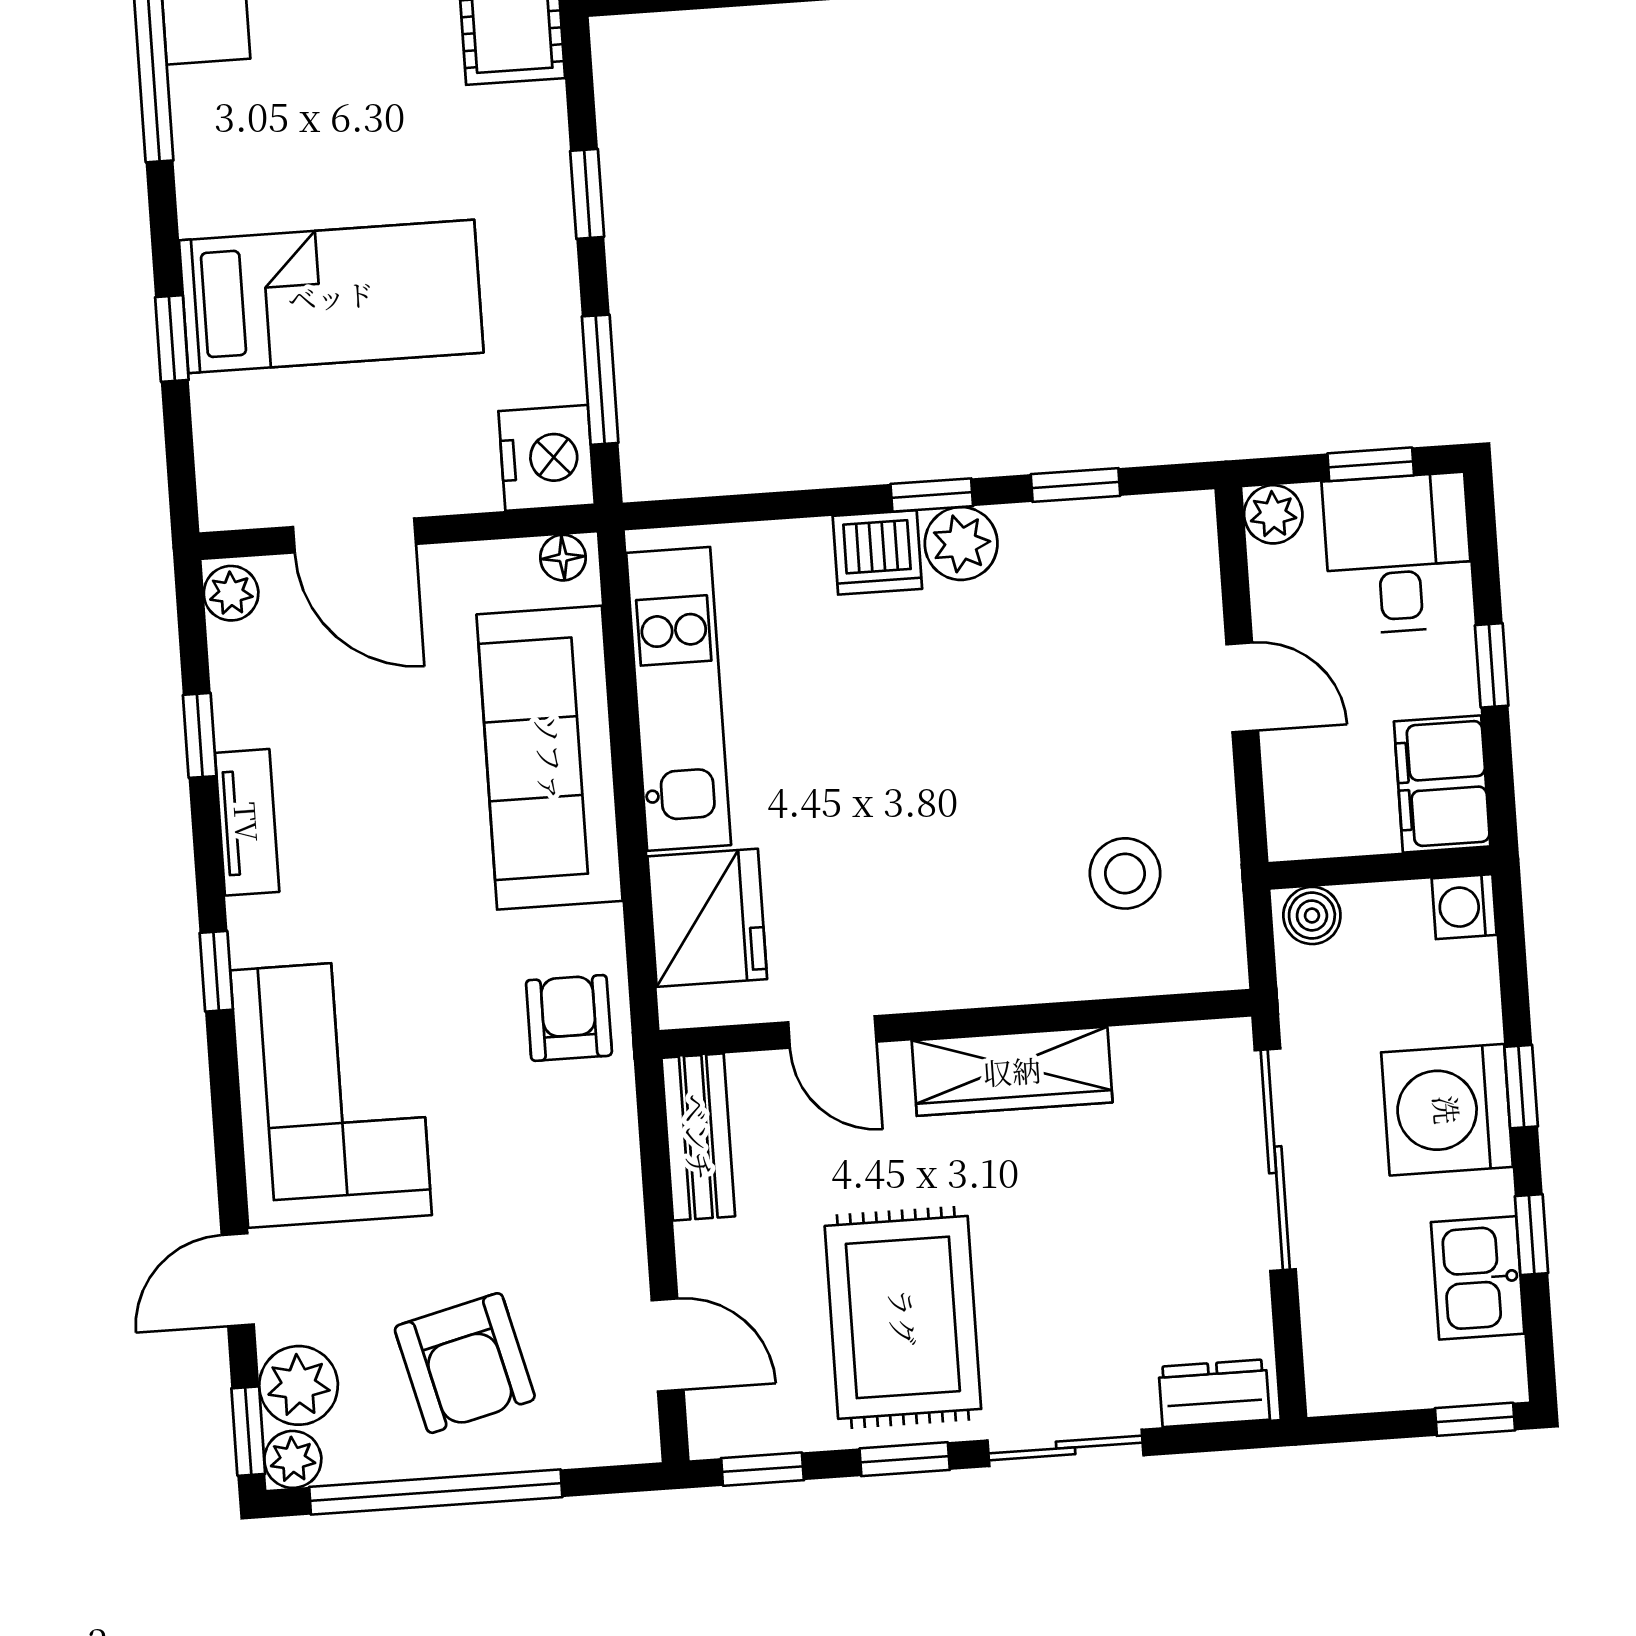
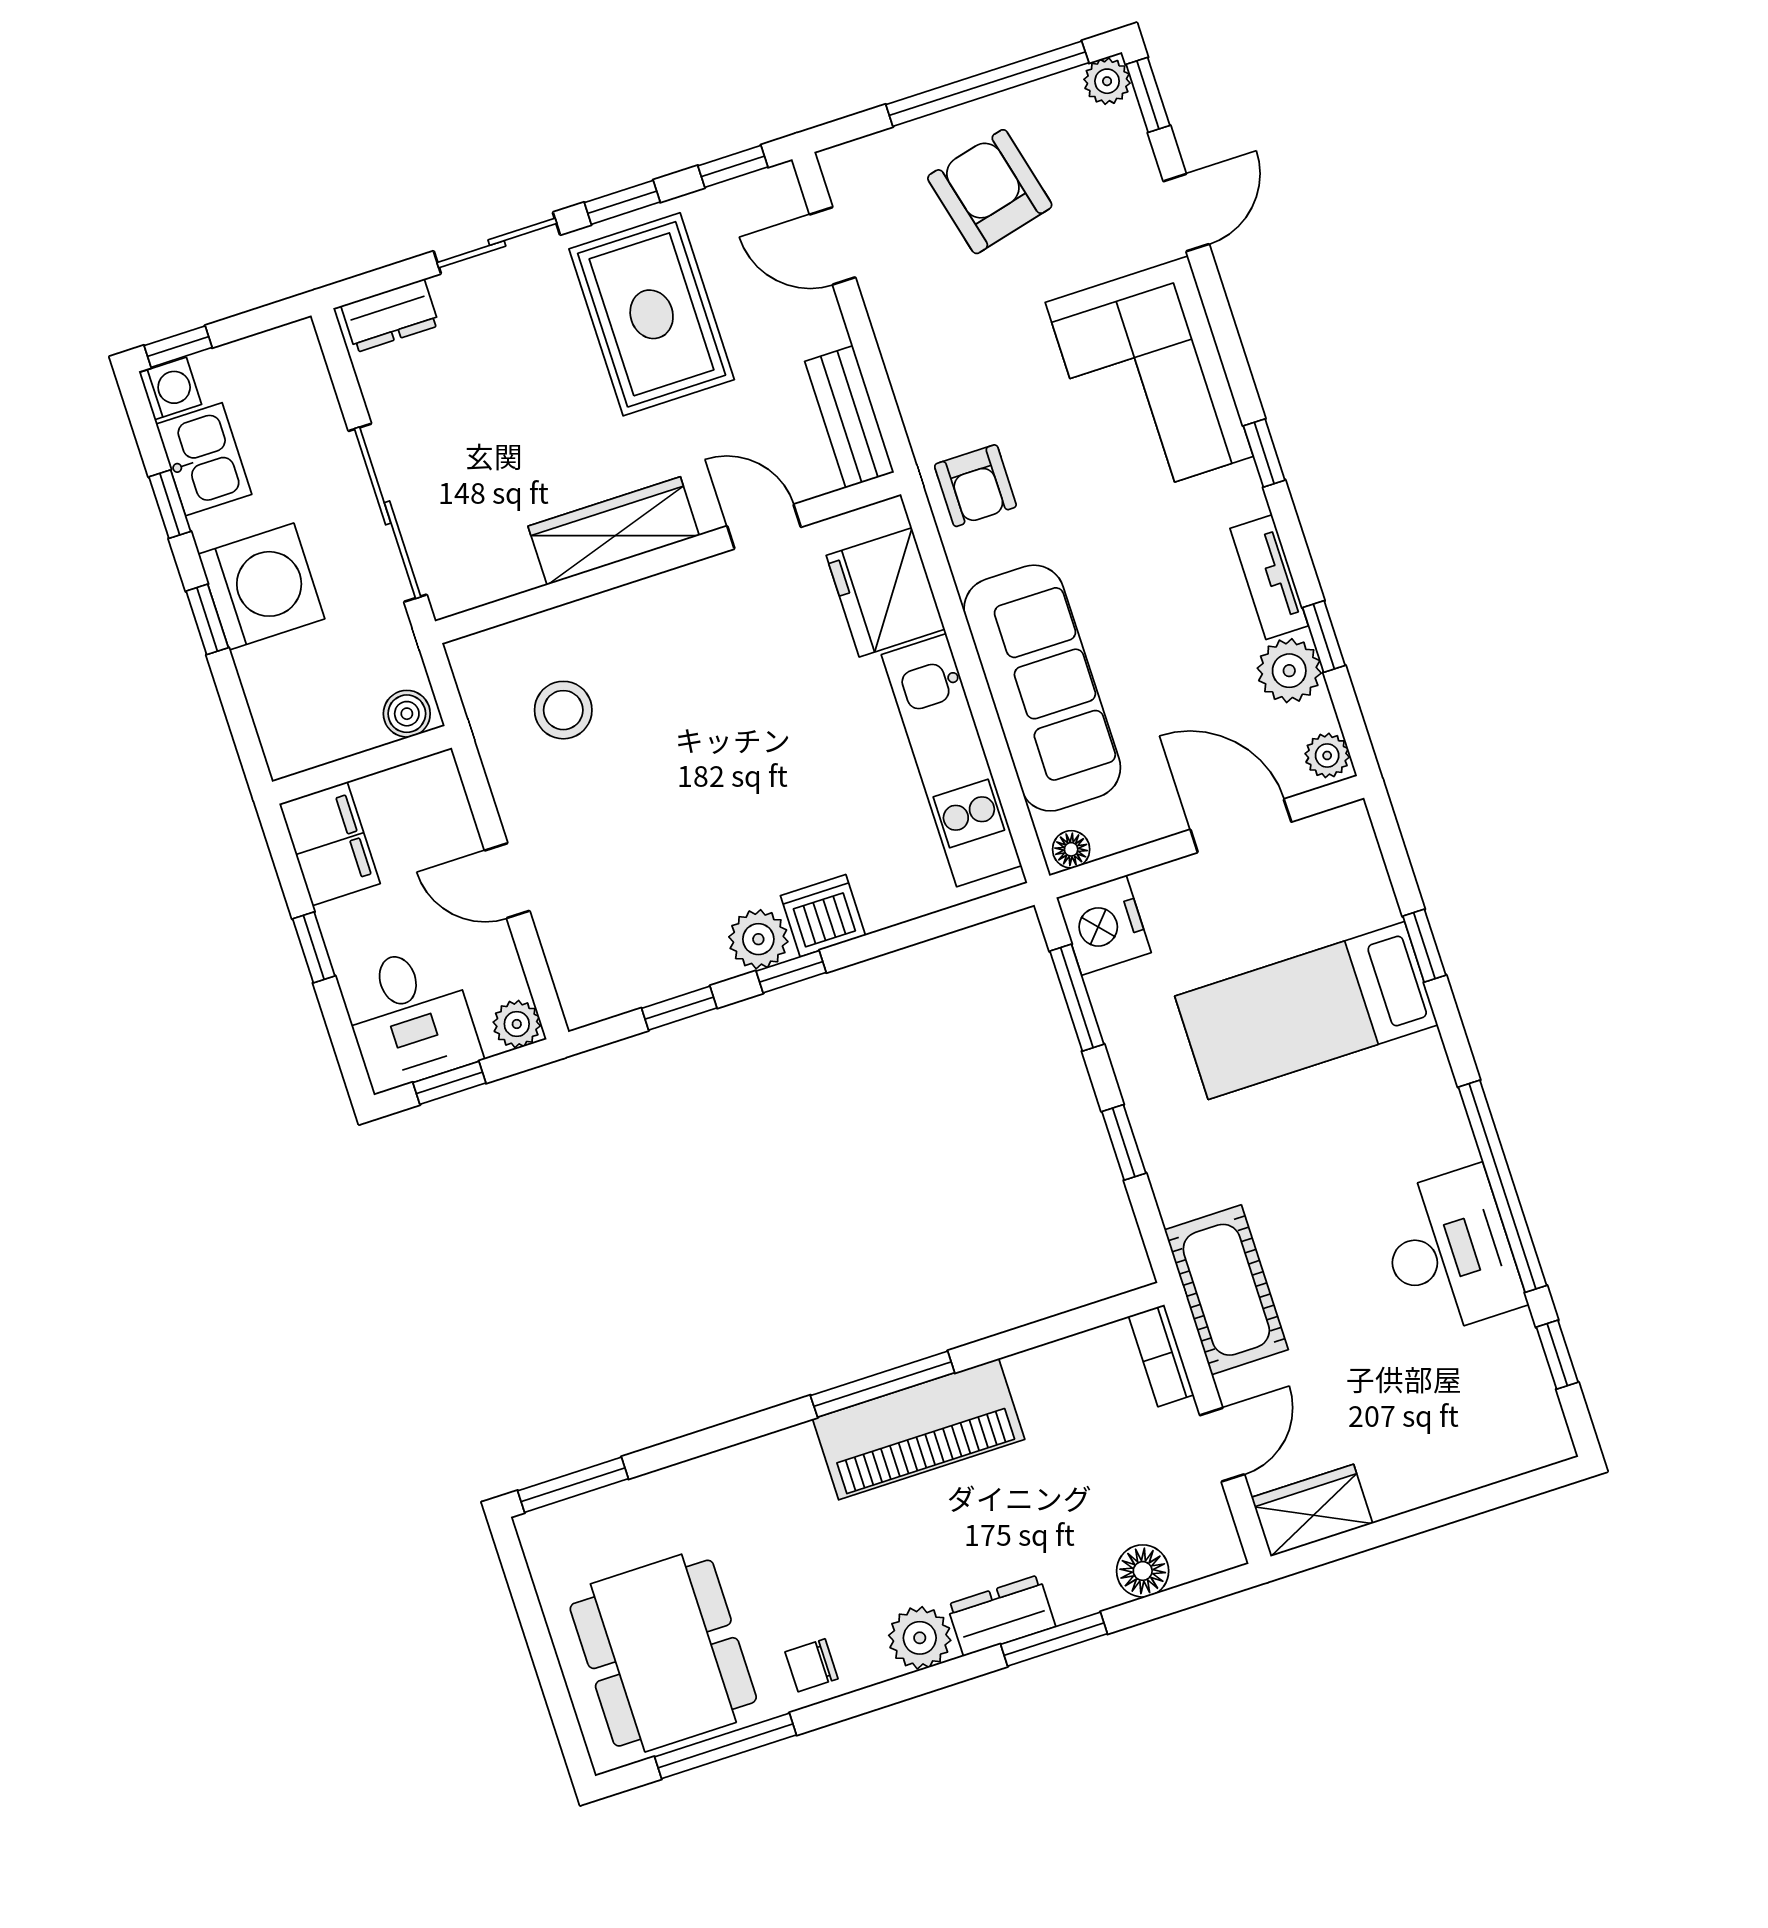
washing machine: (1464, 907) -> (170, 389), moved
plant: (299, 1385) -> (1289, 671), moved

